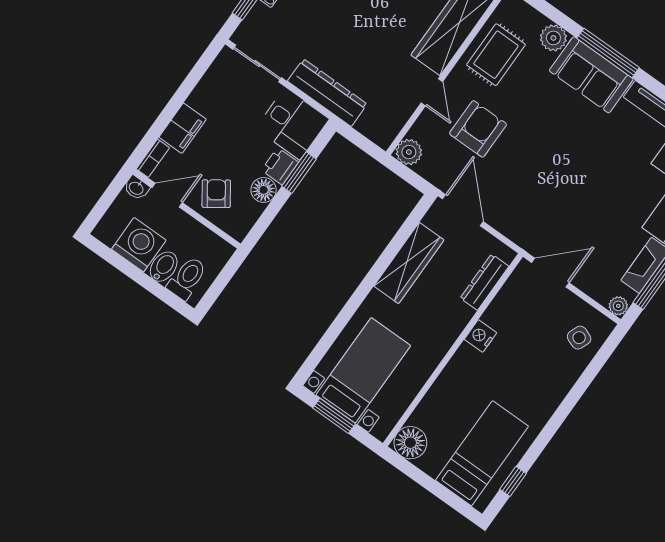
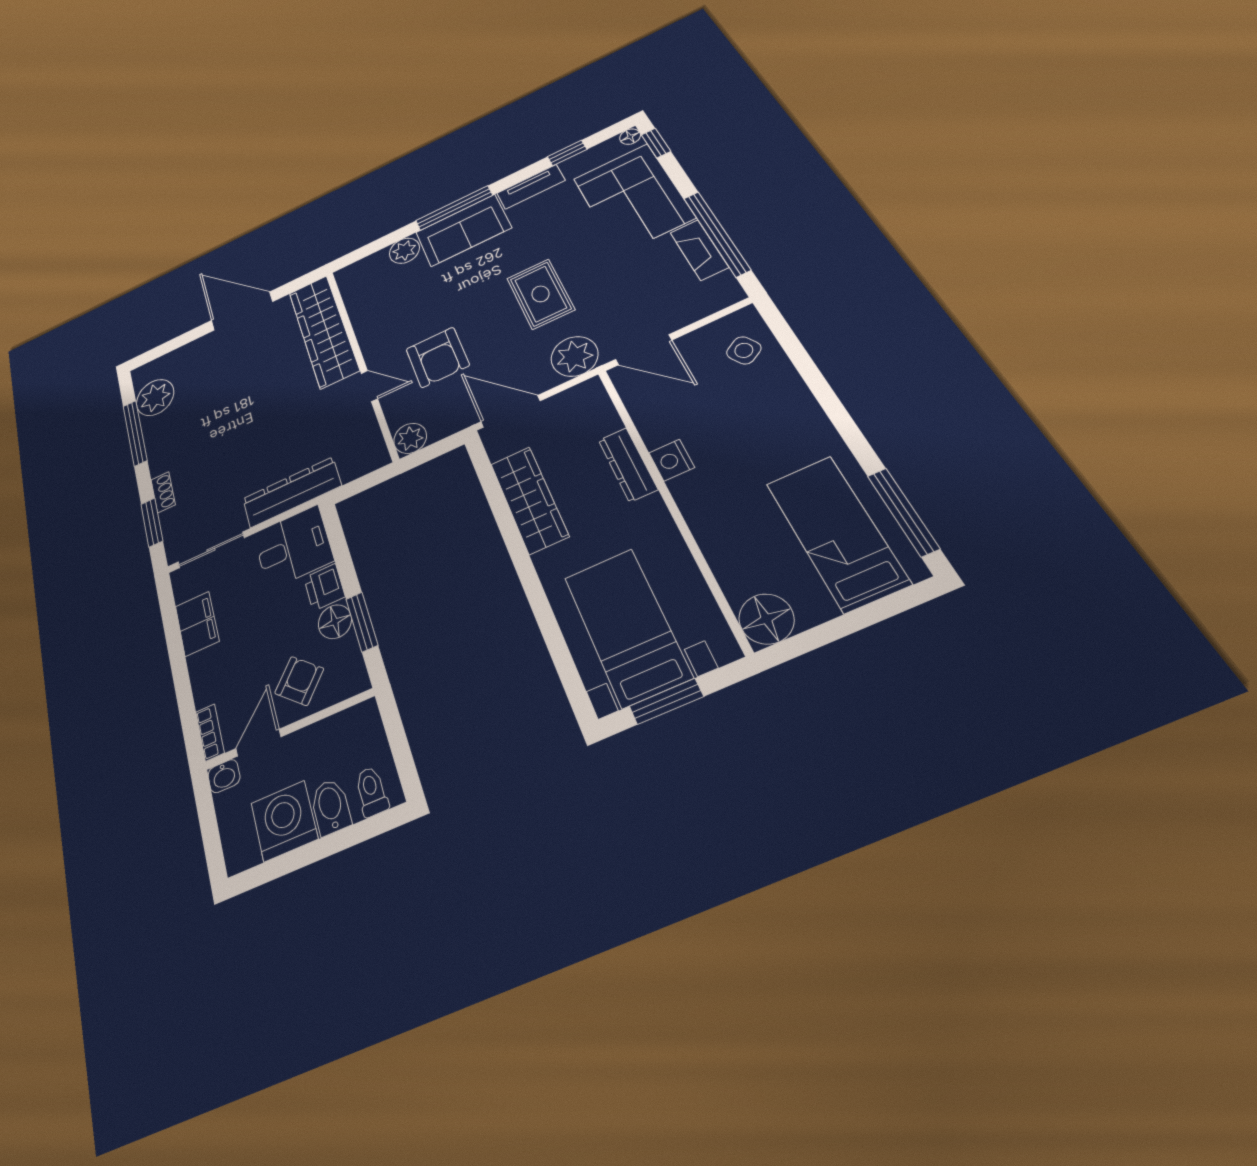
rug: (496, 55) -> (541, 294), moved
filing cabinet: (183, 128) -> (197, 624), moved
armchair: (478, 129) -> (438, 357), turned 180
window: (299, 173) -> (362, 622), moved
armchair: (216, 194) -> (299, 681), turned 77
door: (550, 273) -> (644, 350), swing flipped
toilet: (187, 278) -> (371, 791), width x0.73, depth x0.72
dresser: (484, 282) -> (628, 465), moved
plant: (618, 306) -> (575, 356), moved, width x1.88, depth x1.88
side table: (579, 338) -> (744, 350), turned 38
window: (513, 481) -> (903, 512), width x2.17

